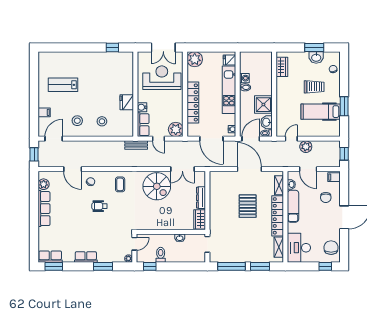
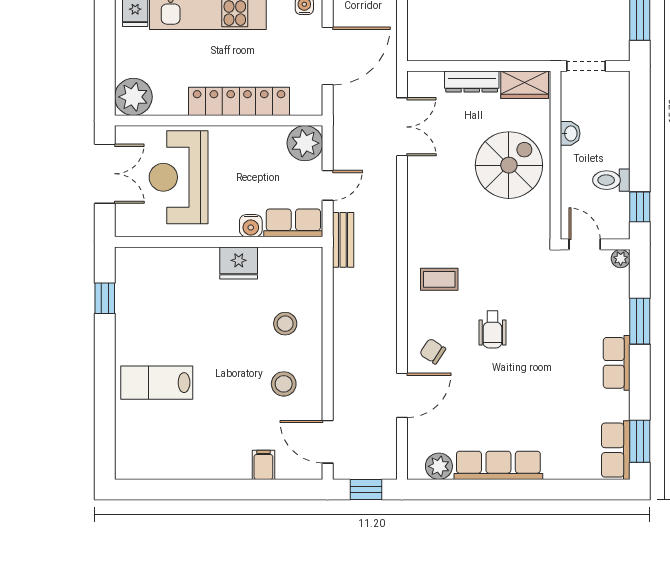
lab bench: (63, 85) -> (157, 383), moved, turned 90
spiral stairs: (157, 186) -> (509, 165), moved

